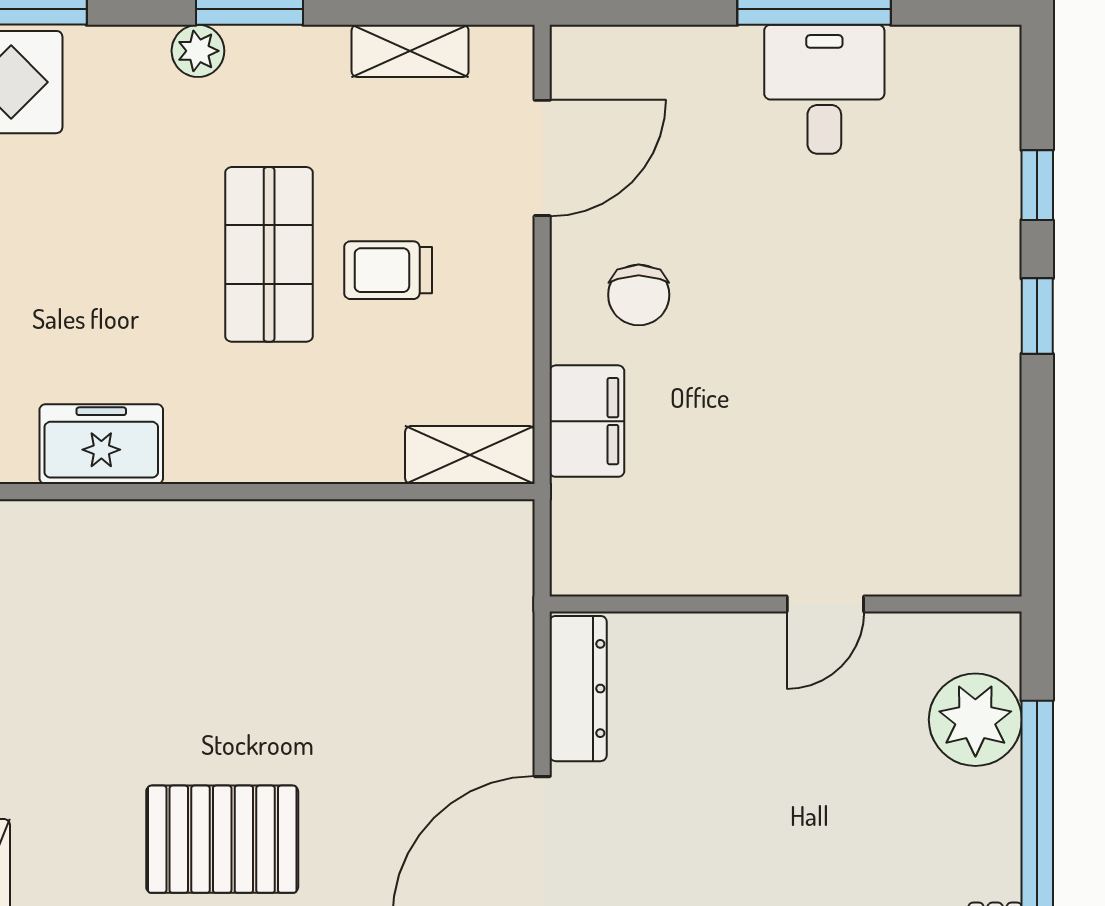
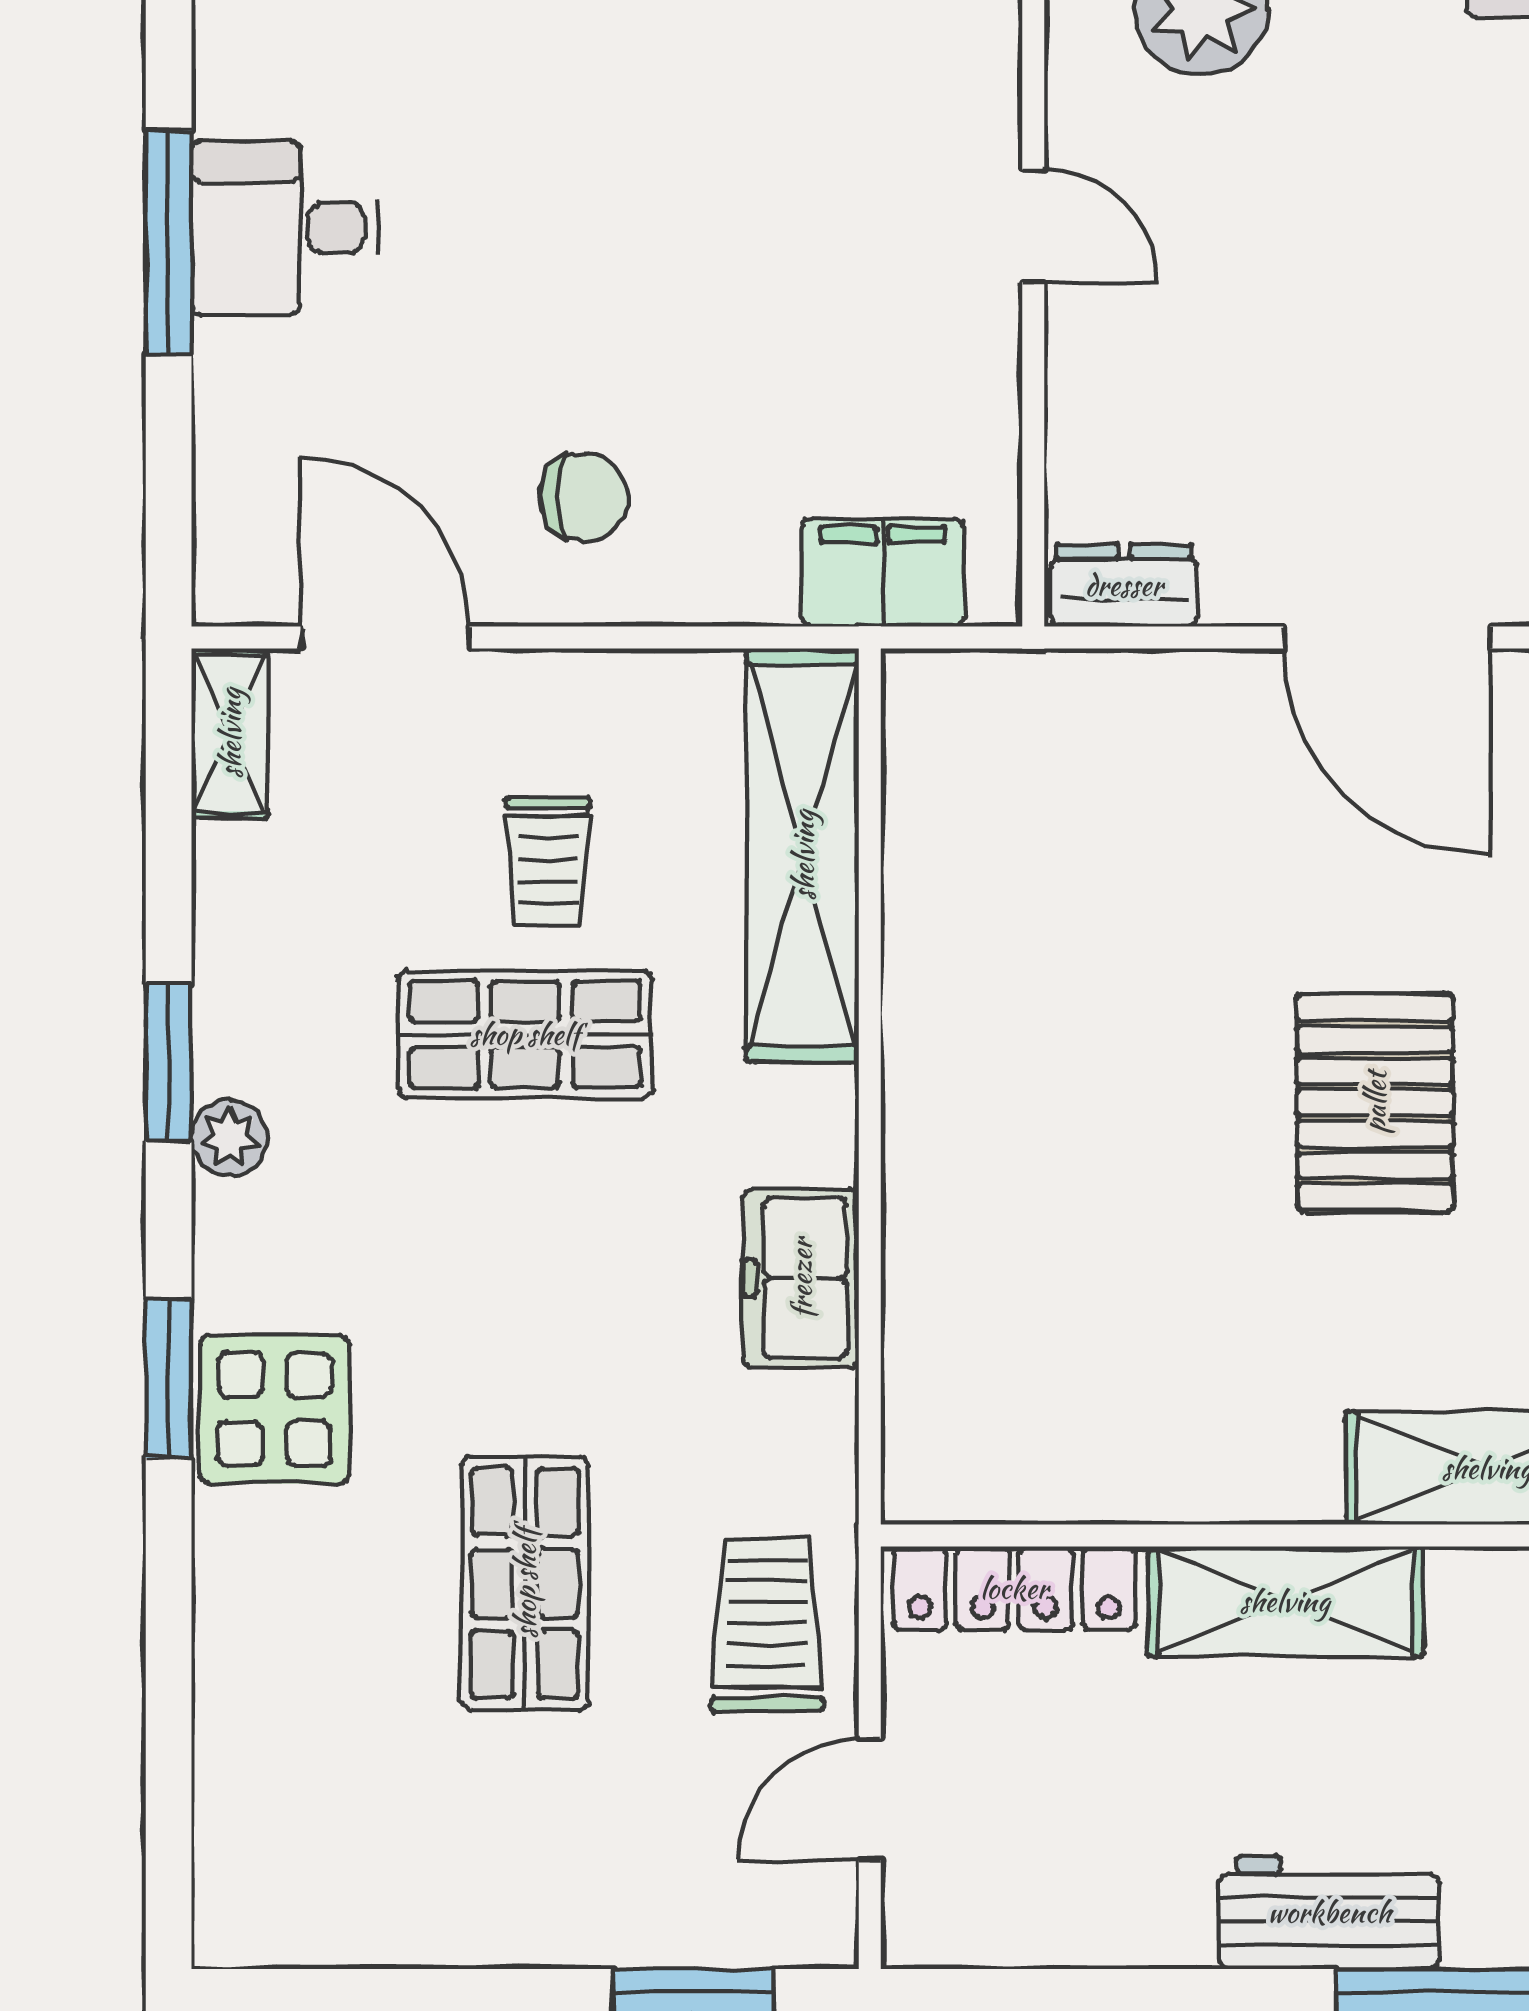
shelving: (410, 51) -> (230, 733), moved
filing cabinet: (587, 421) -> (883, 572), moved
shelving: (470, 455) -> (803, 855), width x2.20, depth x1.33
dresser: (578, 689) -> (1124, 585), width x0.70

